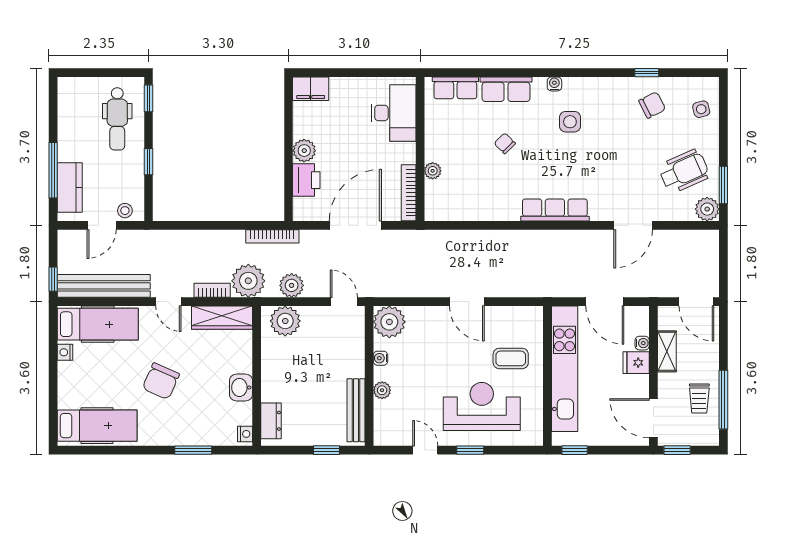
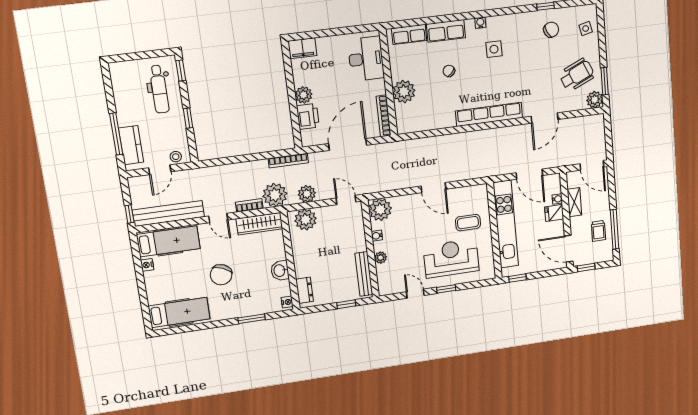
plant: (433, 171) -> (404, 92), width x1.88, depth x1.88
row of seats: (555, 210) -> (489, 114), width x1.36

